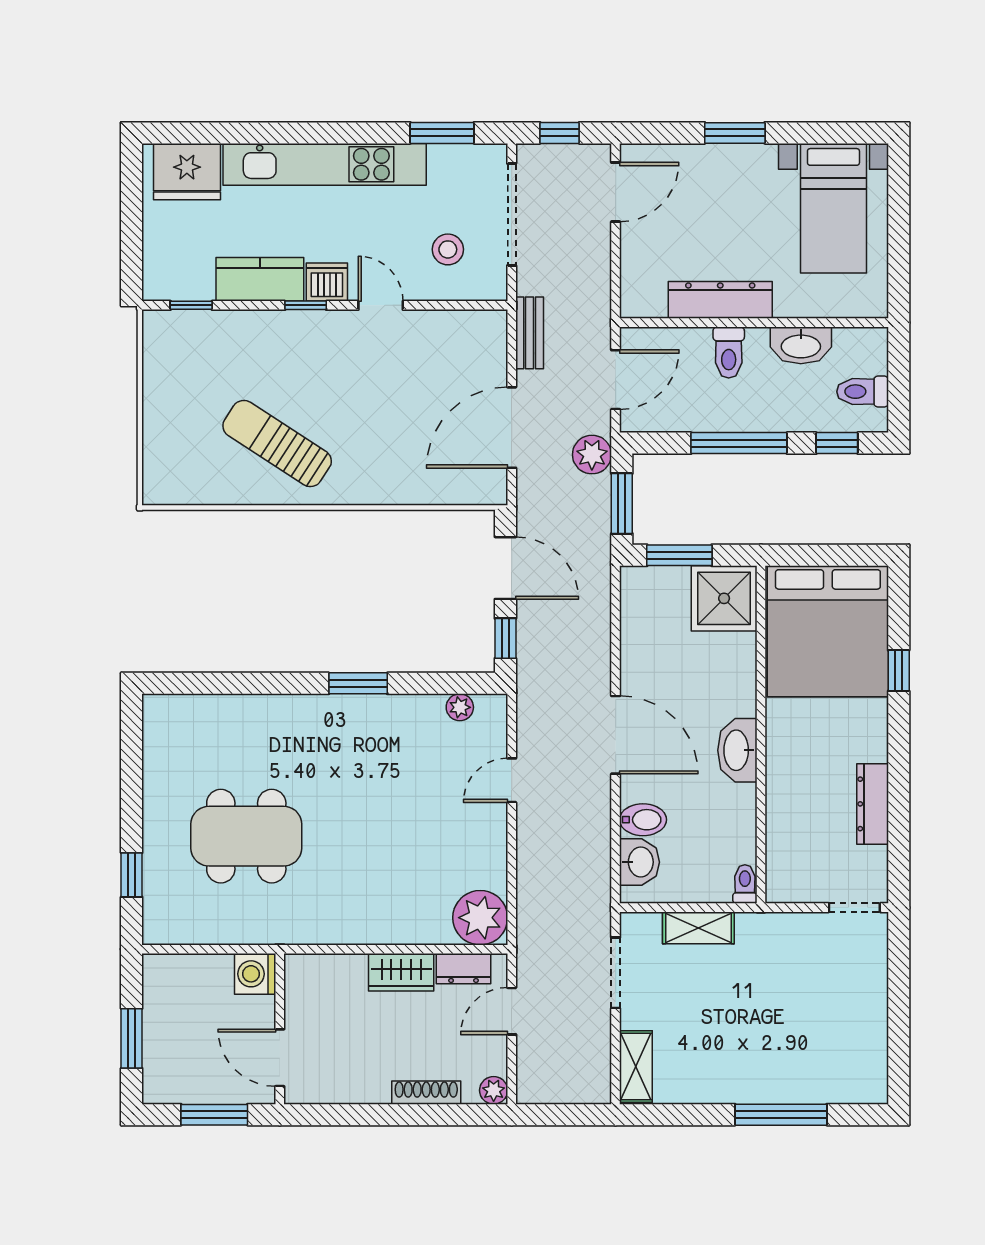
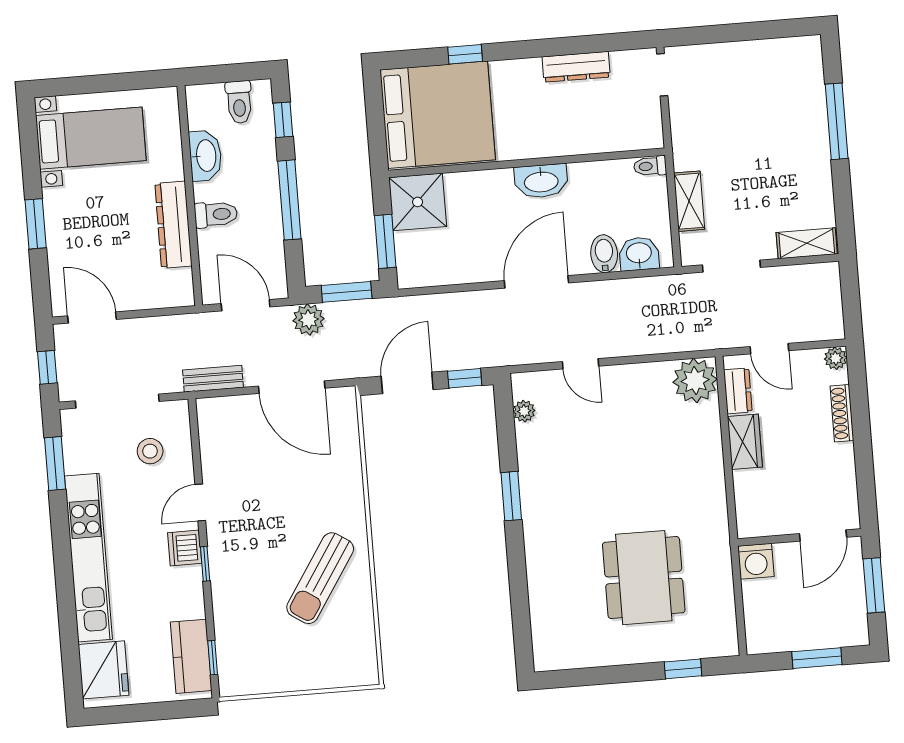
kitchen counter: (260, 279) -> (191, 656), moved

